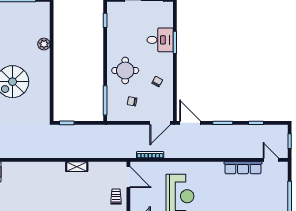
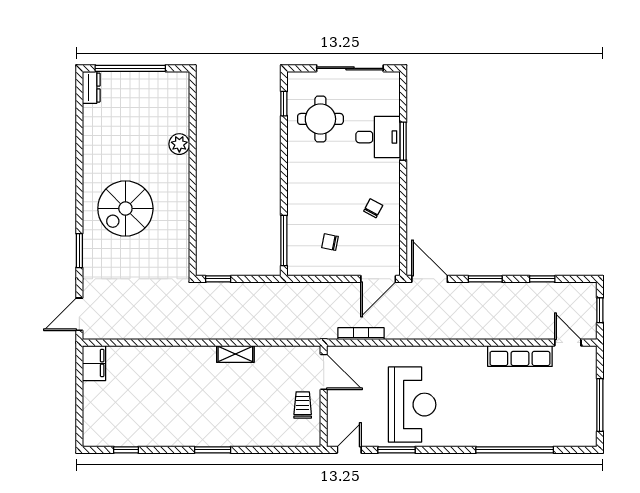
round table: (125, 70) -> (320, 119), moved

